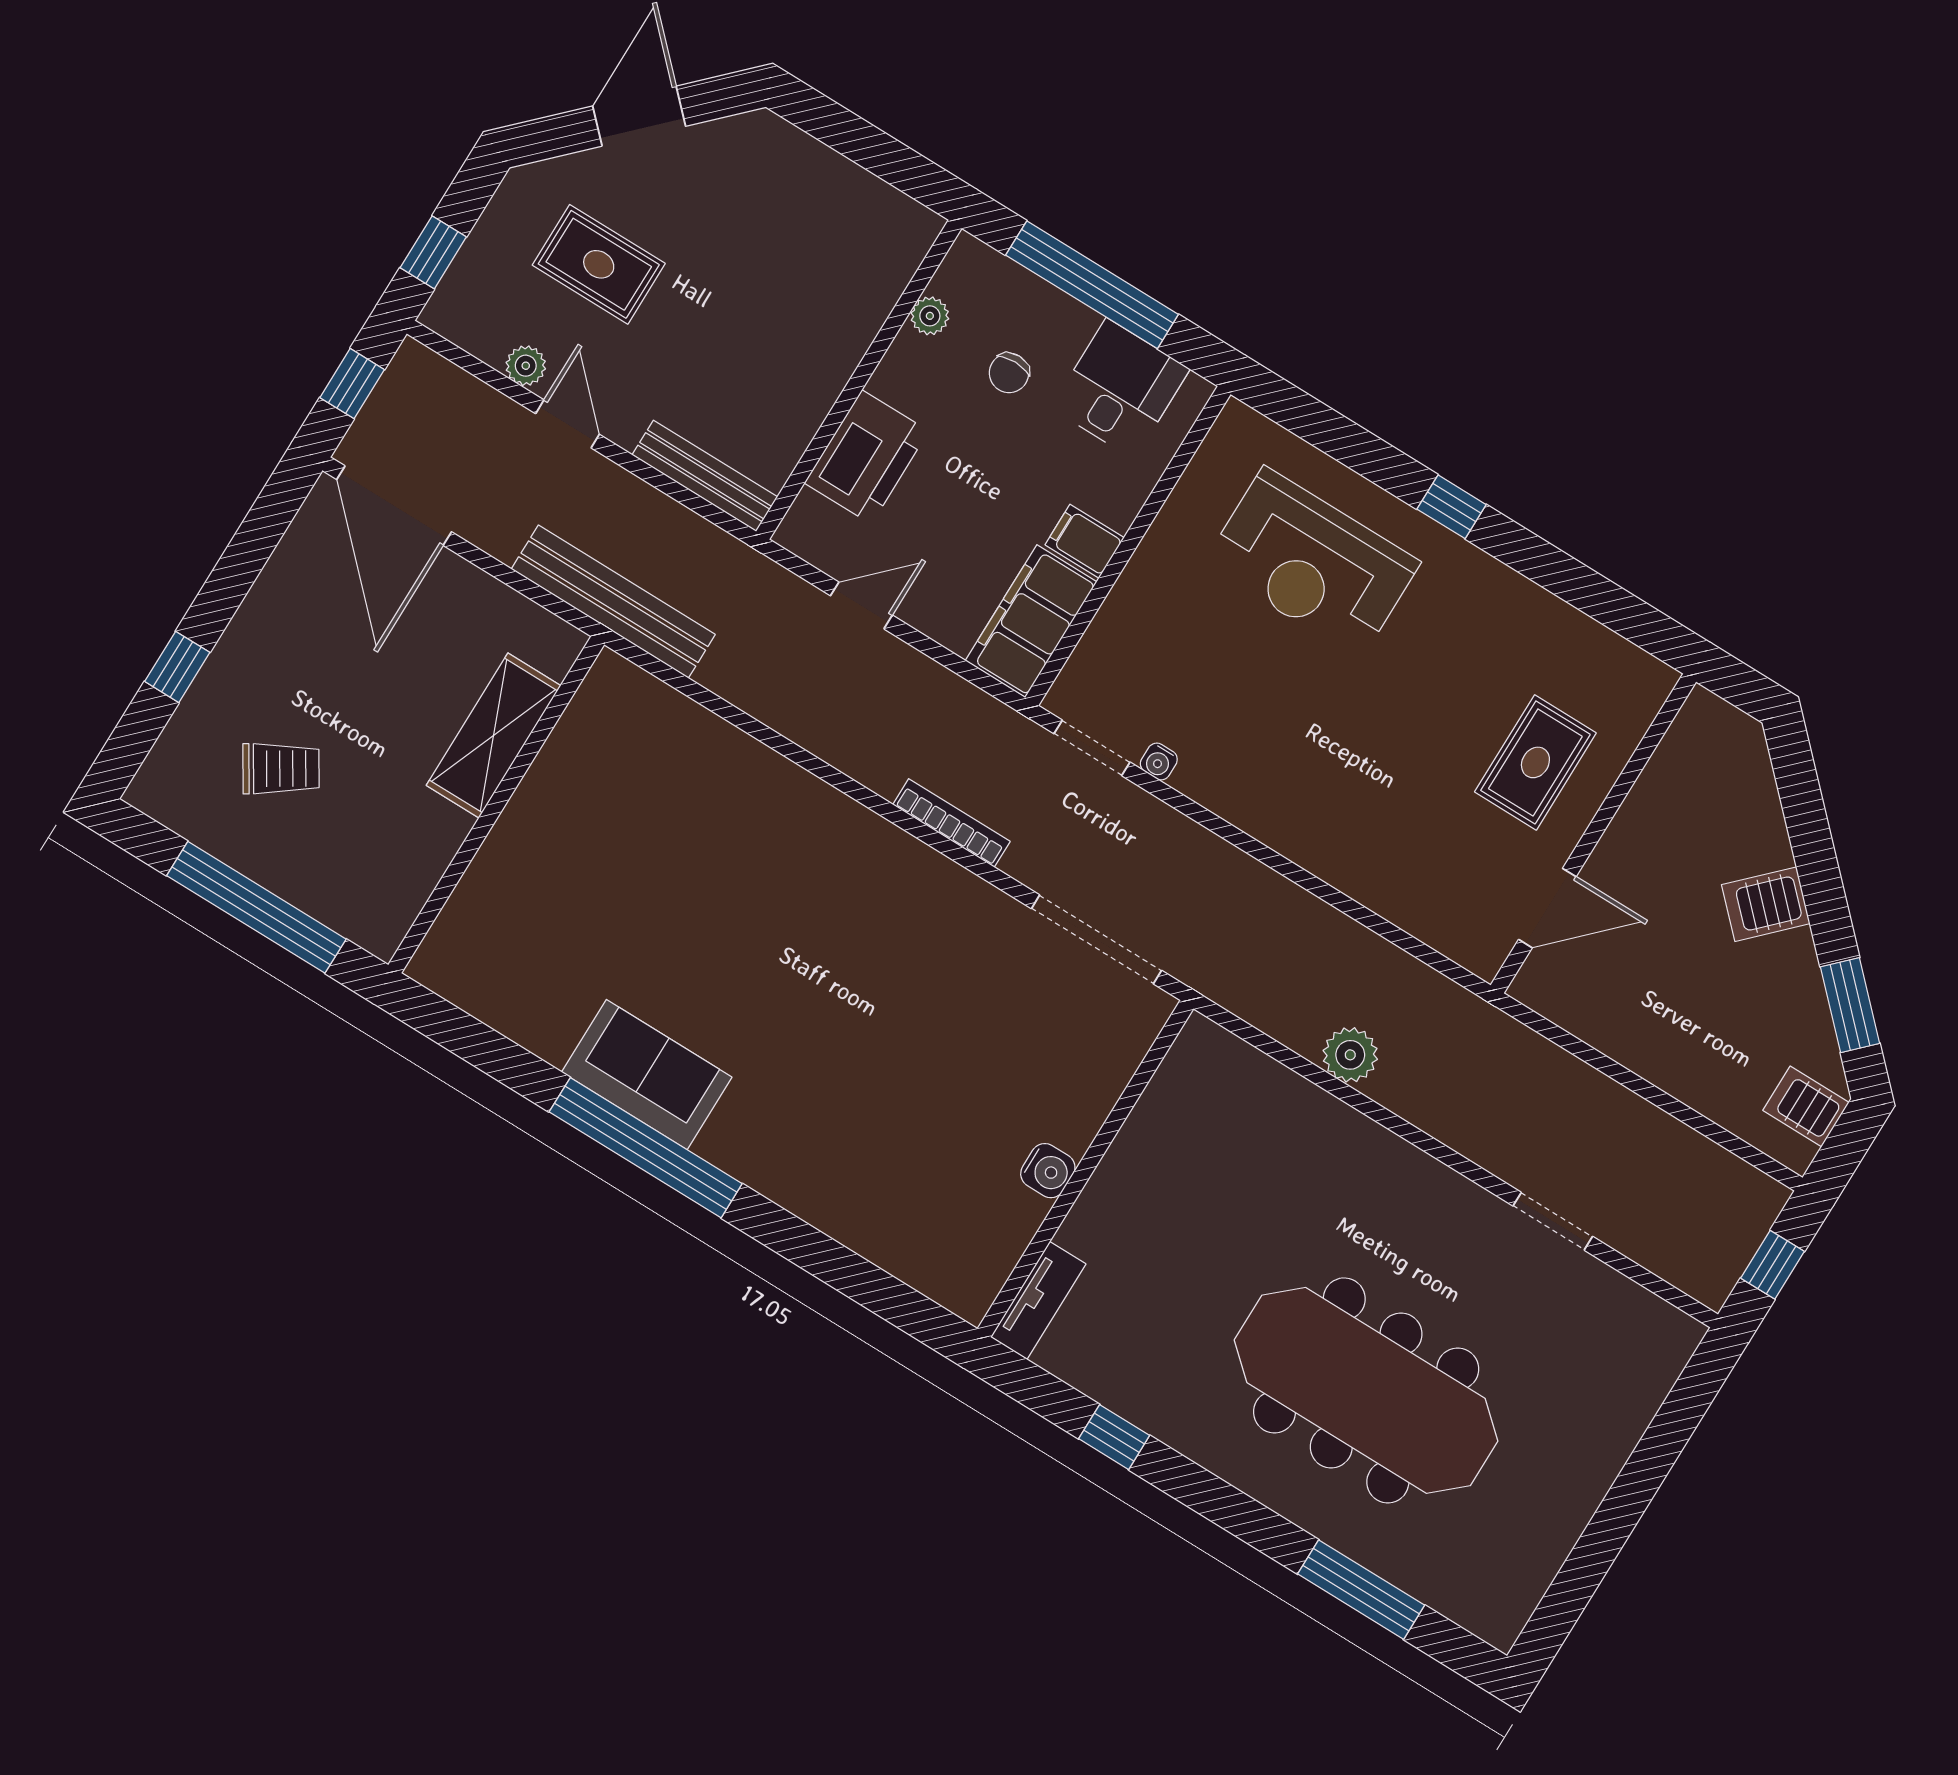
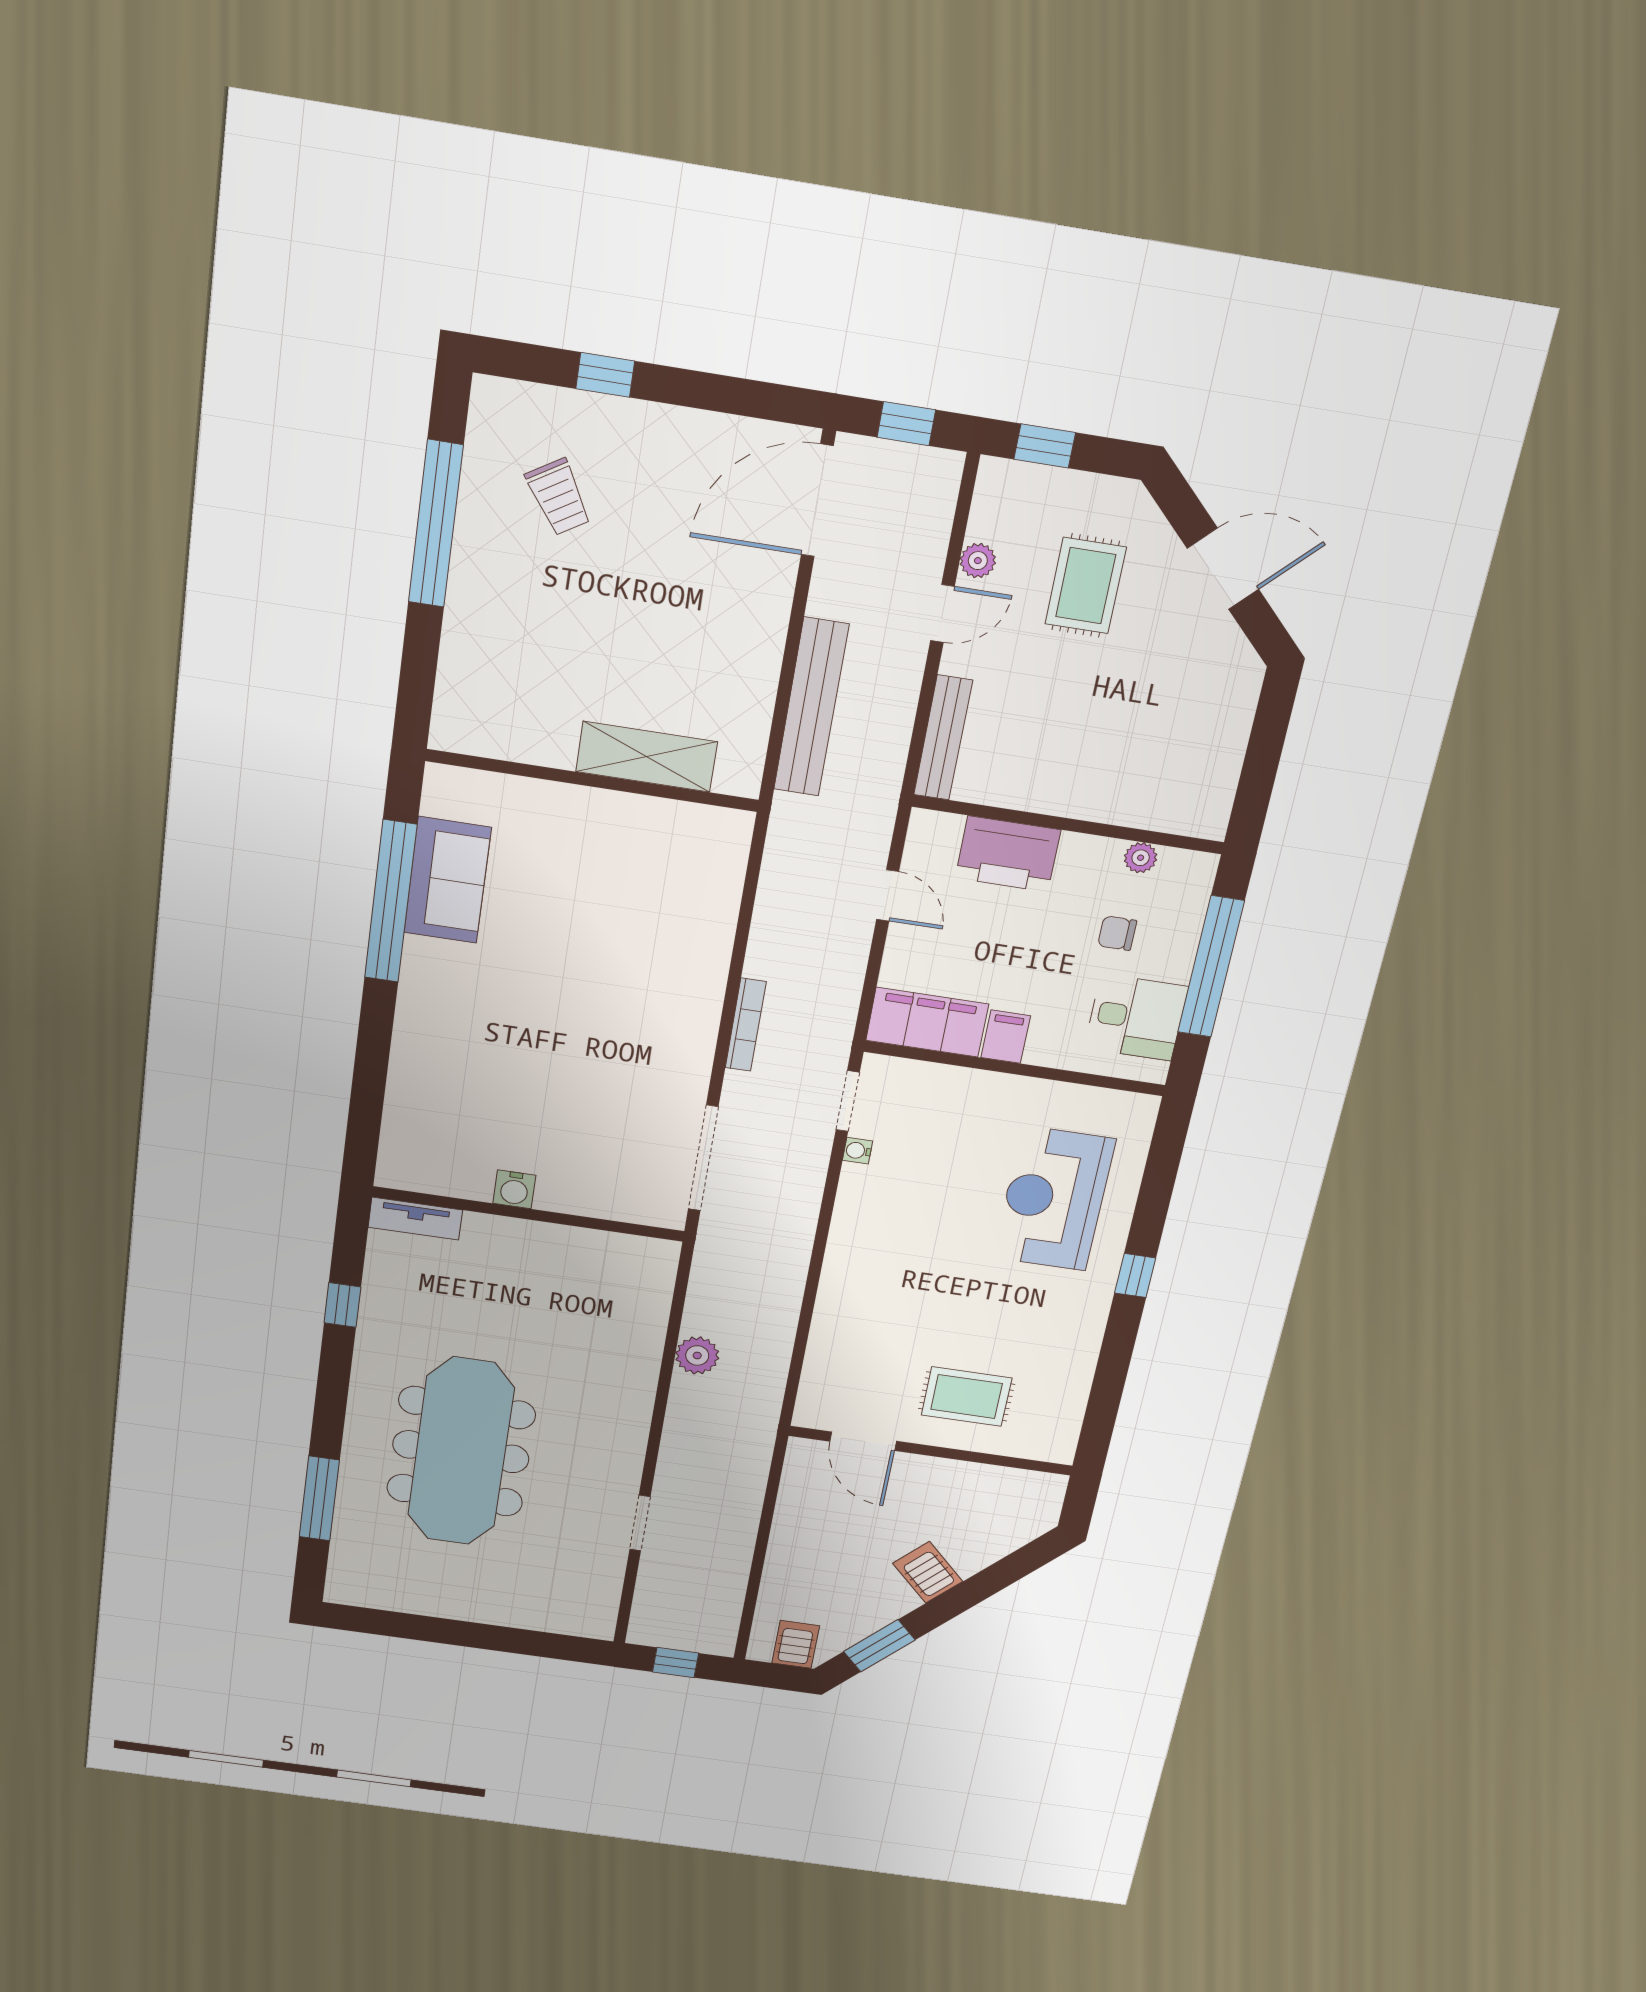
shelving: (494, 735) -> (647, 757), moved
wall: (496, 805) -> (592, 780), moved

